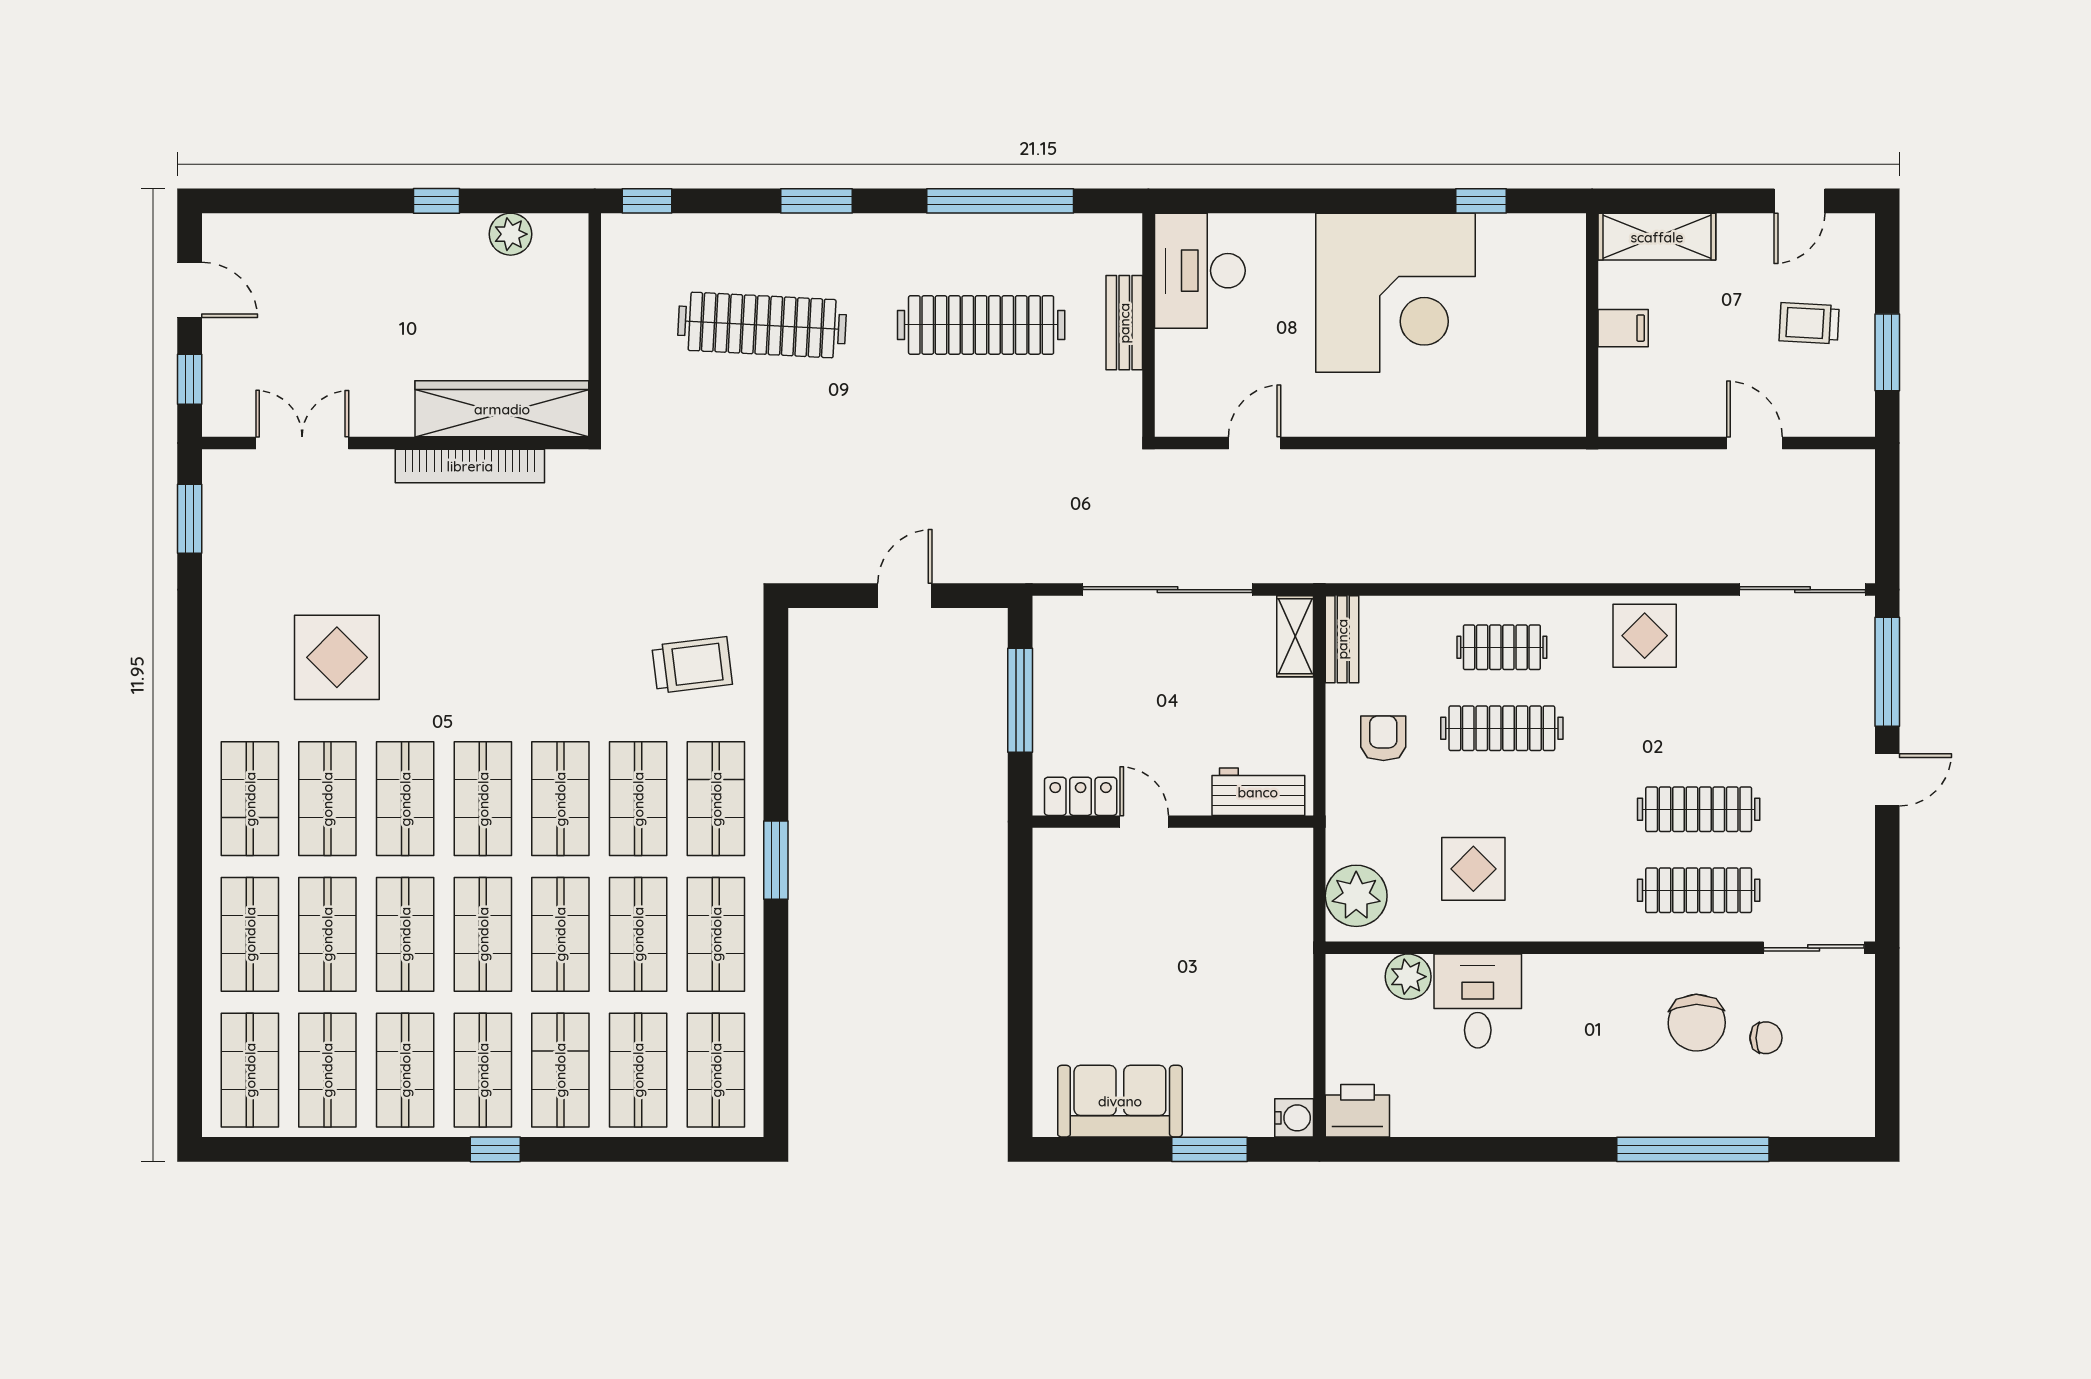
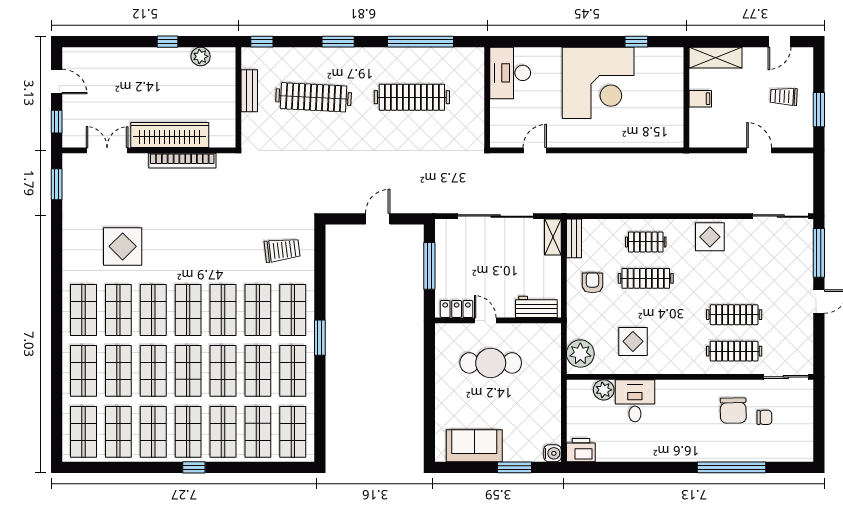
bench: (1124, 323) -> (249, 91), moved
wardrobe: (502, 409) -> (170, 135), moved
cafe table: (1156, 917) -> (491, 363), added

